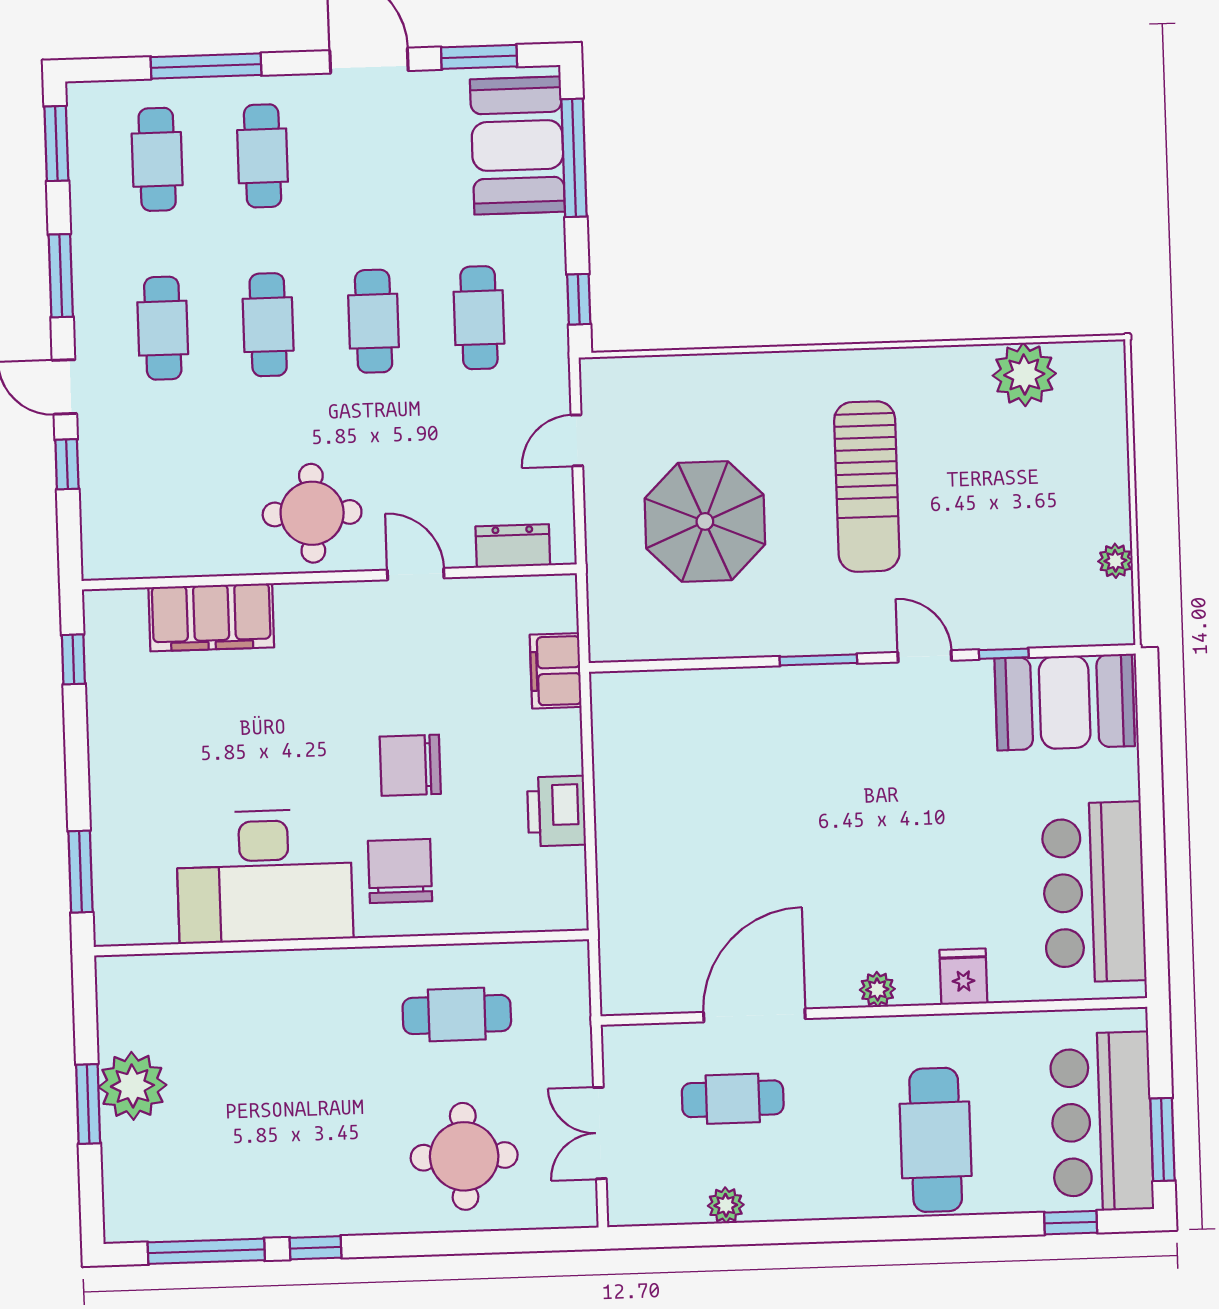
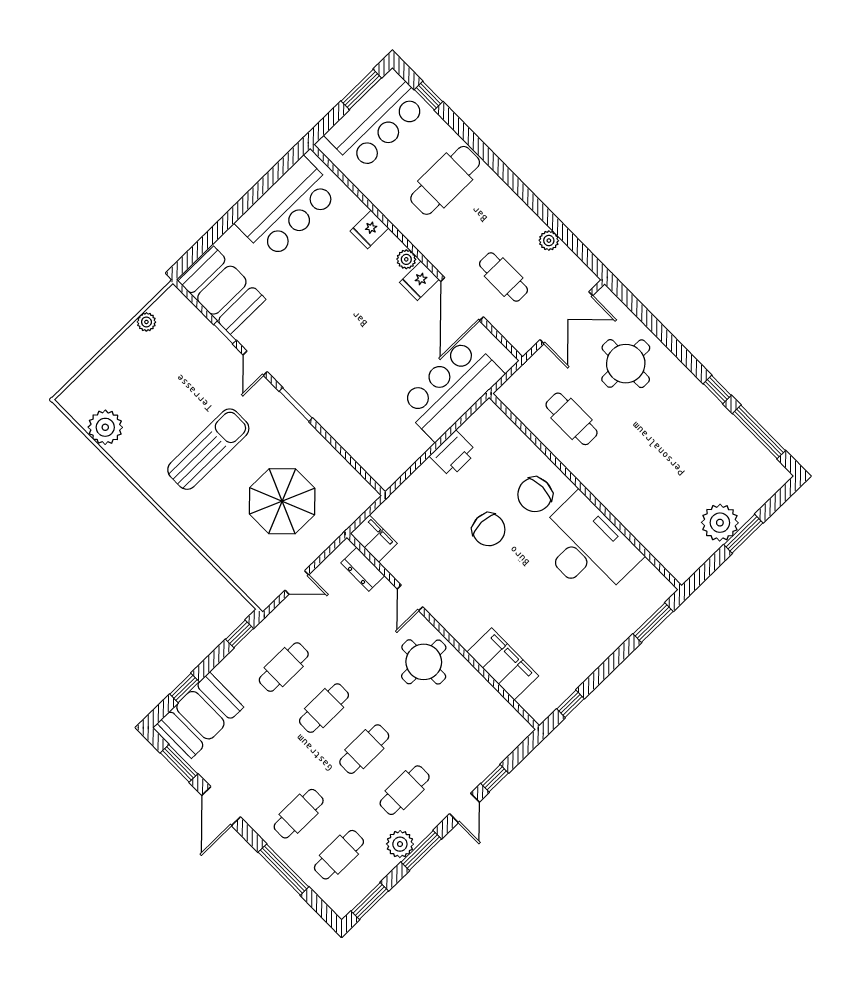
window: (574, 158) -> (184, 688), width x0.46
plant: (96, 255) -> (400, 844), added
filing cabinet: (556, 671) -> (374, 538), moved, turned -90
bar counter: (646, 889) -> (451, 389), added
fridge: (832, 980) -> (419, 281), added
door: (754, 1015) -> (462, 299), hinge flipped
double door: (600, 1133) -> (566, 318), width x1.37

